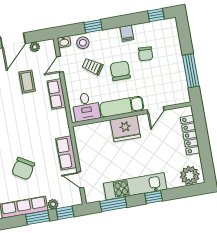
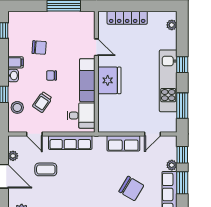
washbasin: (64, 42) -> (13, 76), moved
chair: (120, 71) -> (52, 75), width x0.54, depth x0.54
row of seats: (56, 94) -> (70, 143), width x1.48
plant: (190, 176) -> (172, 25), width x0.53, depth x0.53

